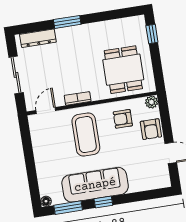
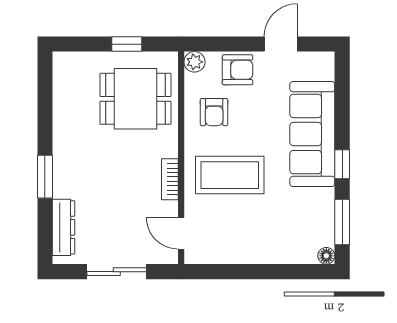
window: (152, 34) -> (127, 44), moved
sofa: (95, 185) -> (312, 134), moved

